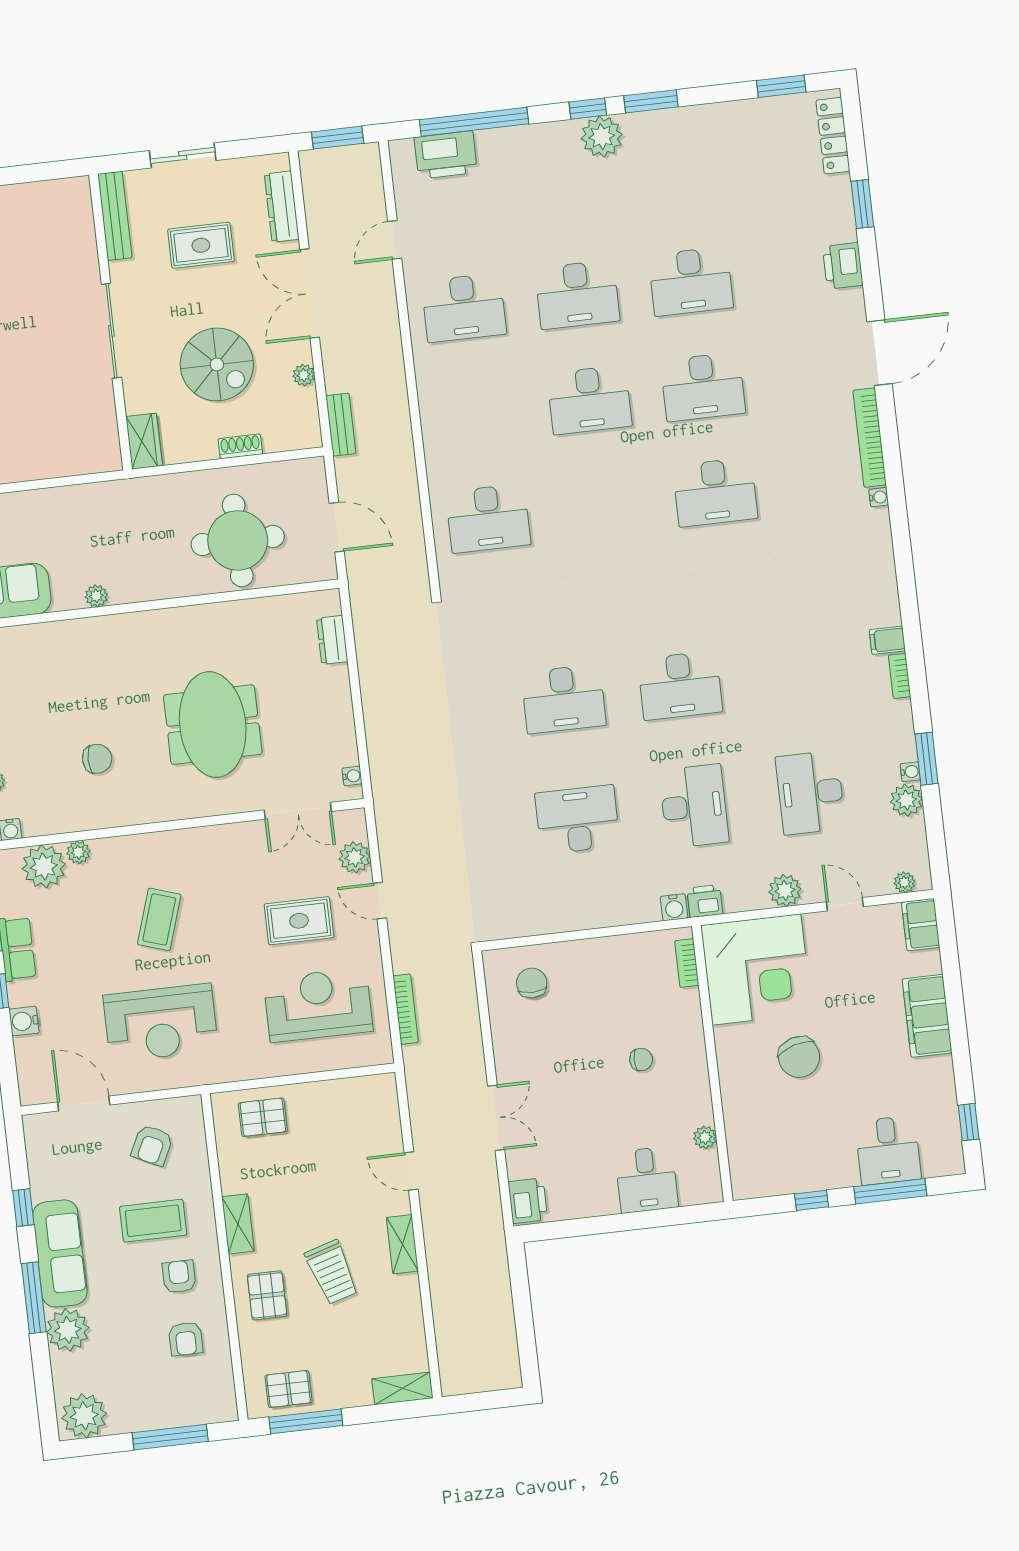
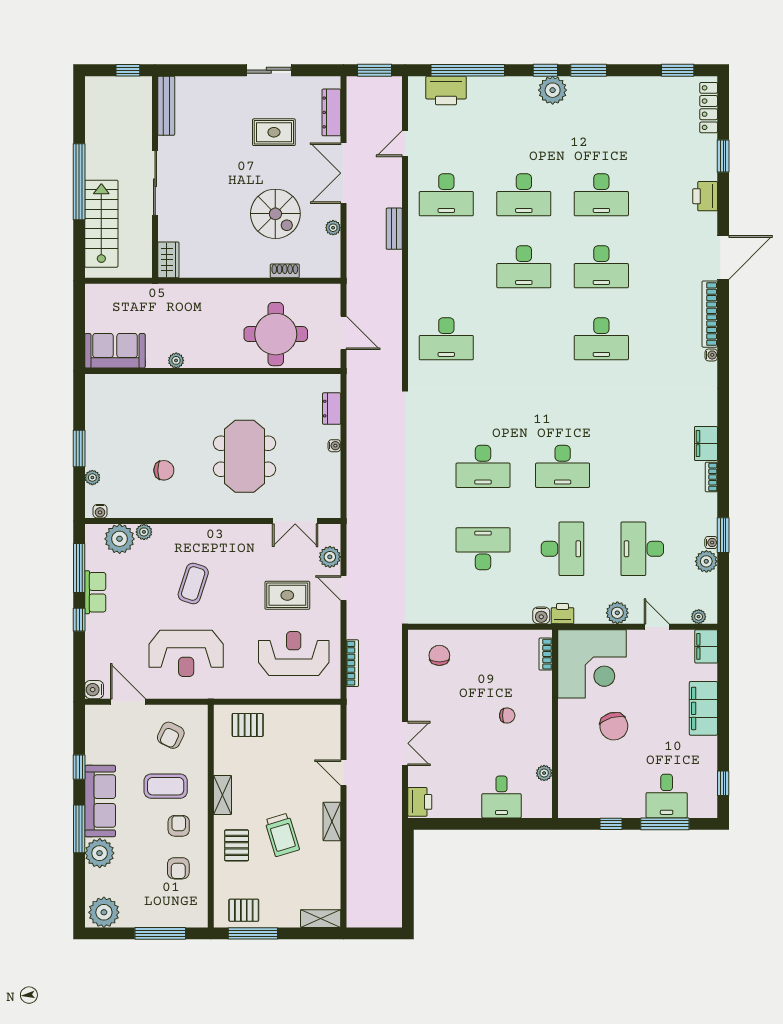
bench: (115, 216) -> (166, 106), moved
wall: (110, 322) -> (155, 177), moved
sliding door: (111, 331) -> (155, 183), moved
bench: (341, 425) -> (394, 229), moved
wardrobe: (144, 441) -> (168, 260), moved
filing cabinet: (887, 640) -> (706, 444), width x2.00
water cooler: (352, 776) -> (334, 446), moved
water cooler: (24, 1021) -> (94, 690), moved

